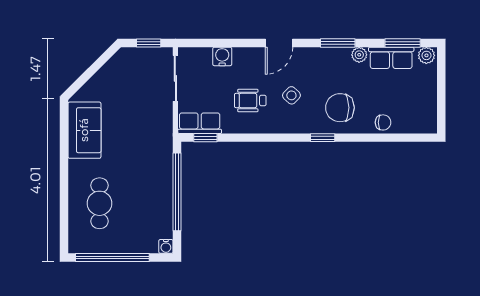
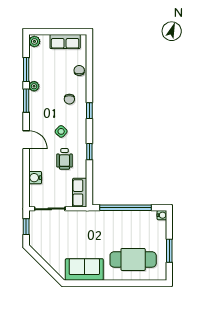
window: (403, 43) -> (26, 70), moved
row of seats: (391, 58) -> (65, 42), moved, turned 90
chair: (340, 108) -> (69, 99), width x0.54, depth x0.54
window: (205, 138) -> (89, 152), moved
cafe table: (99, 203) -> (133, 259), width x1.37, depth x1.35
window: (112, 258) -> (169, 251), width x0.47

